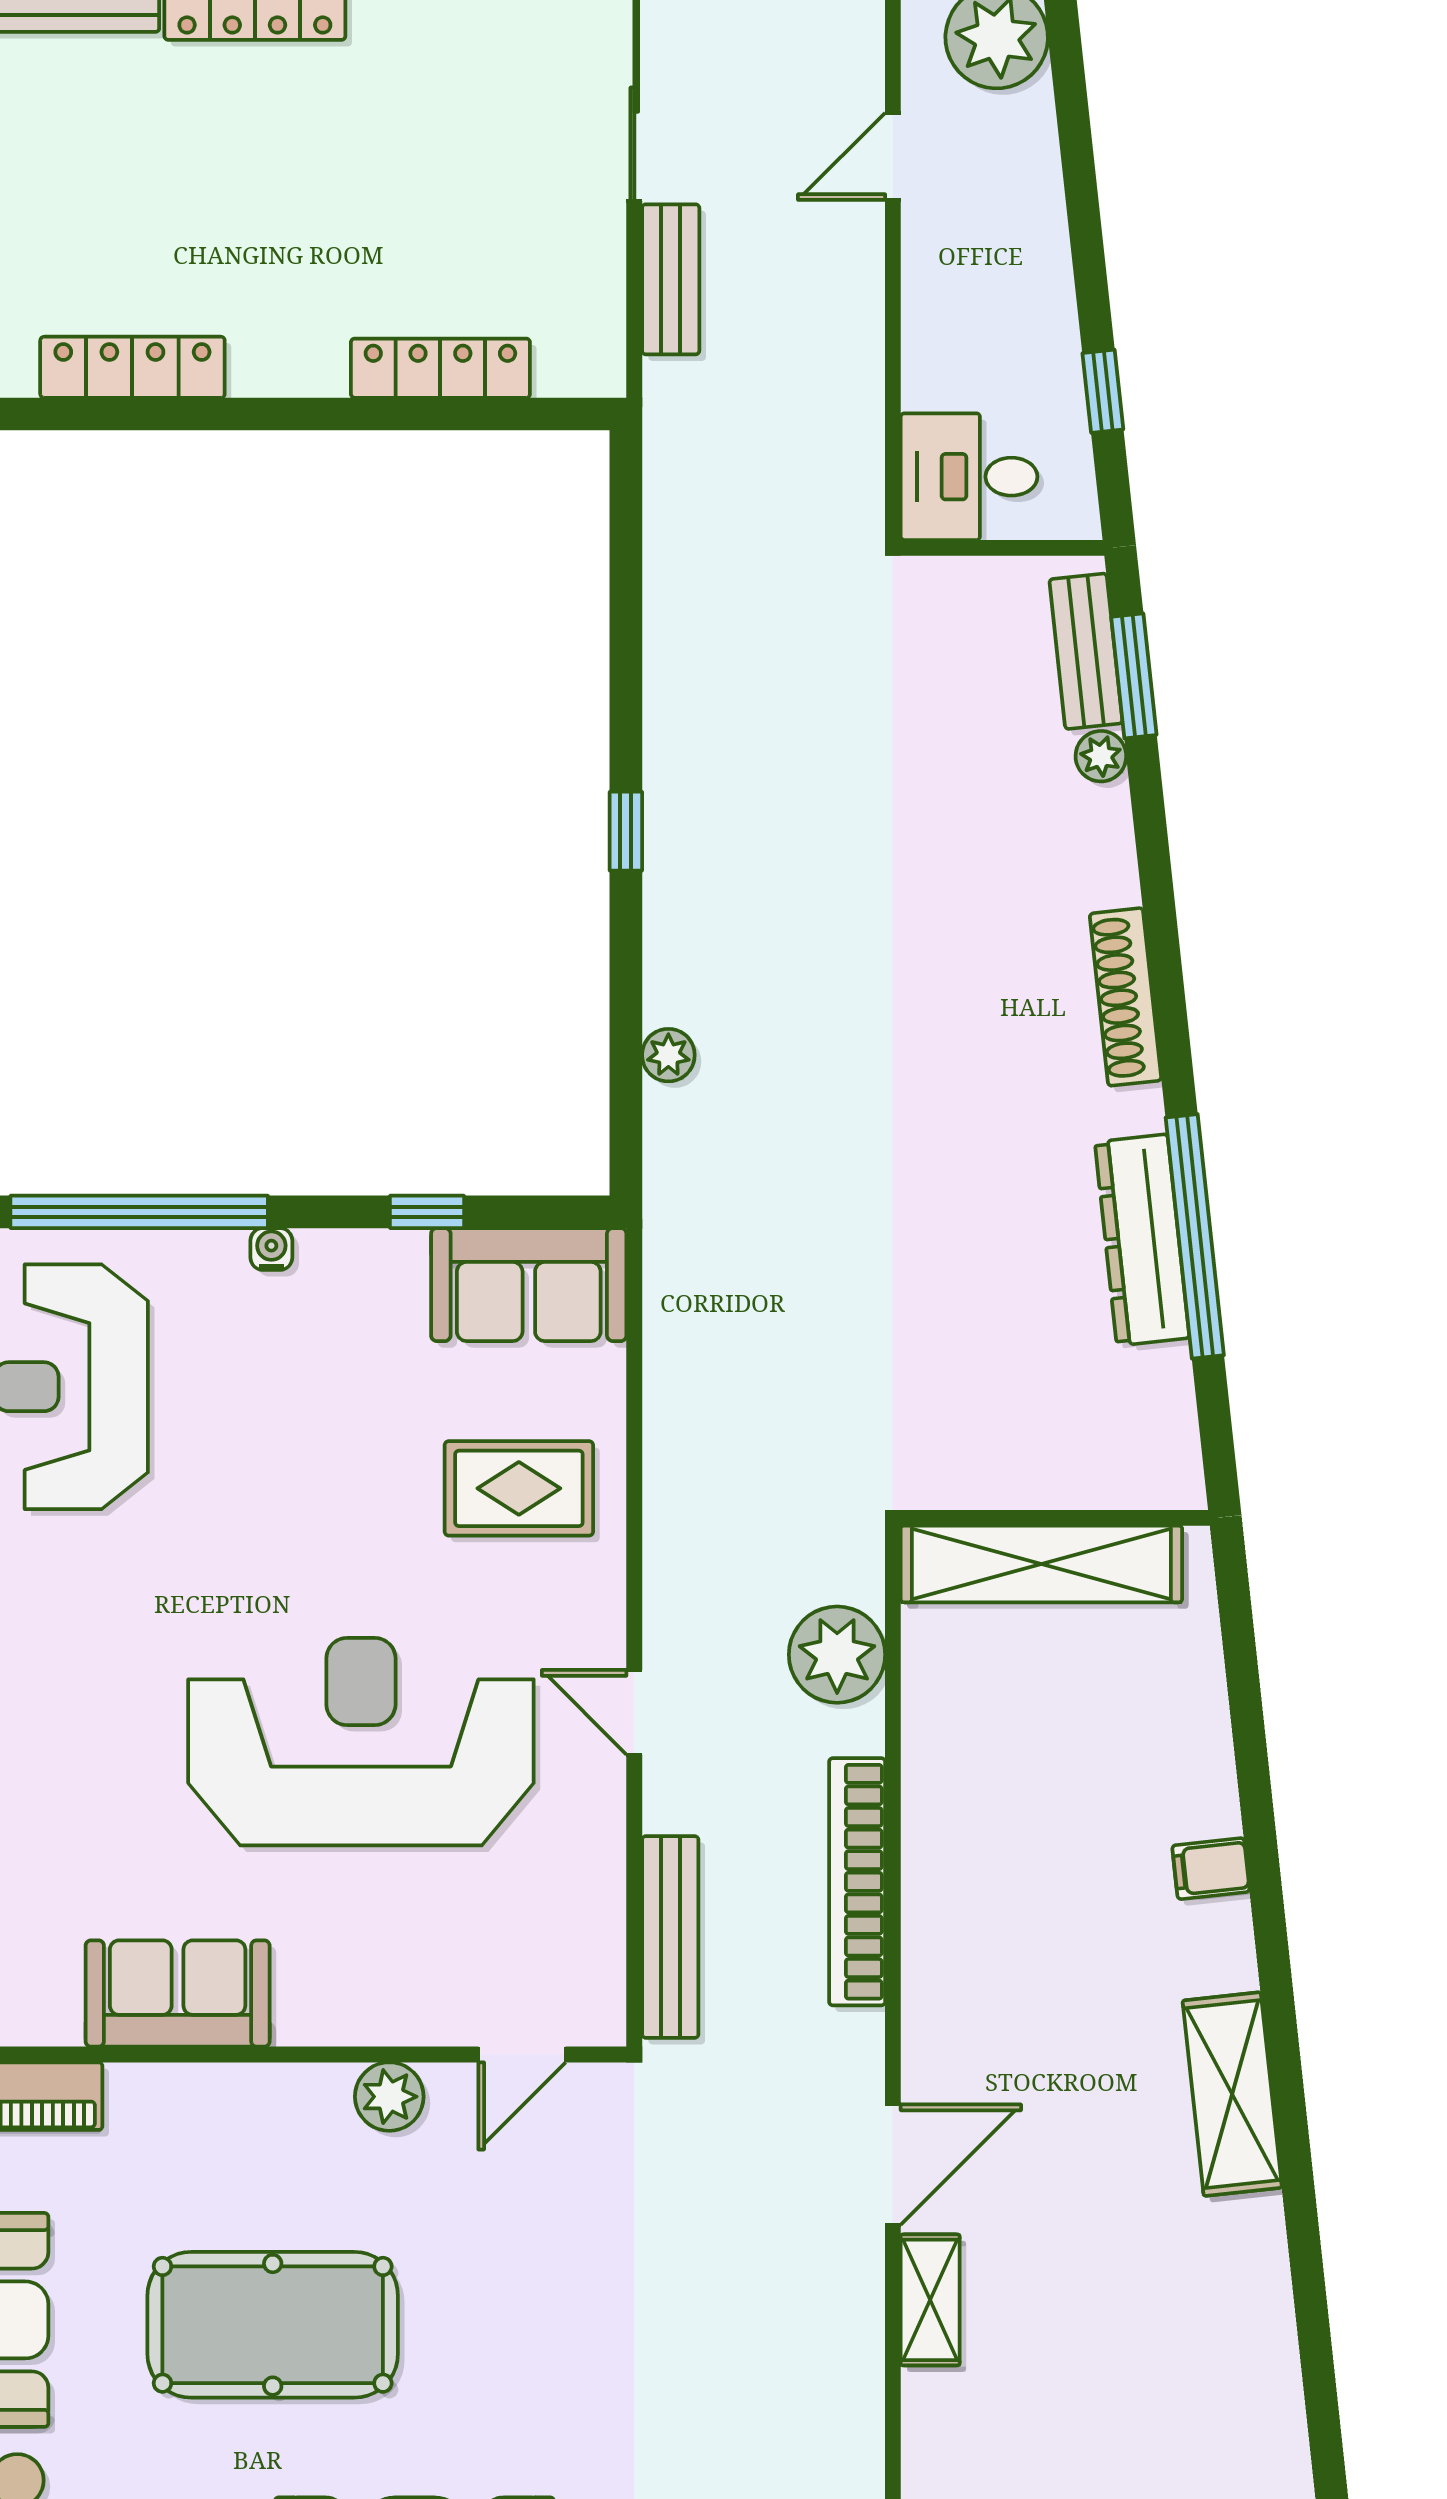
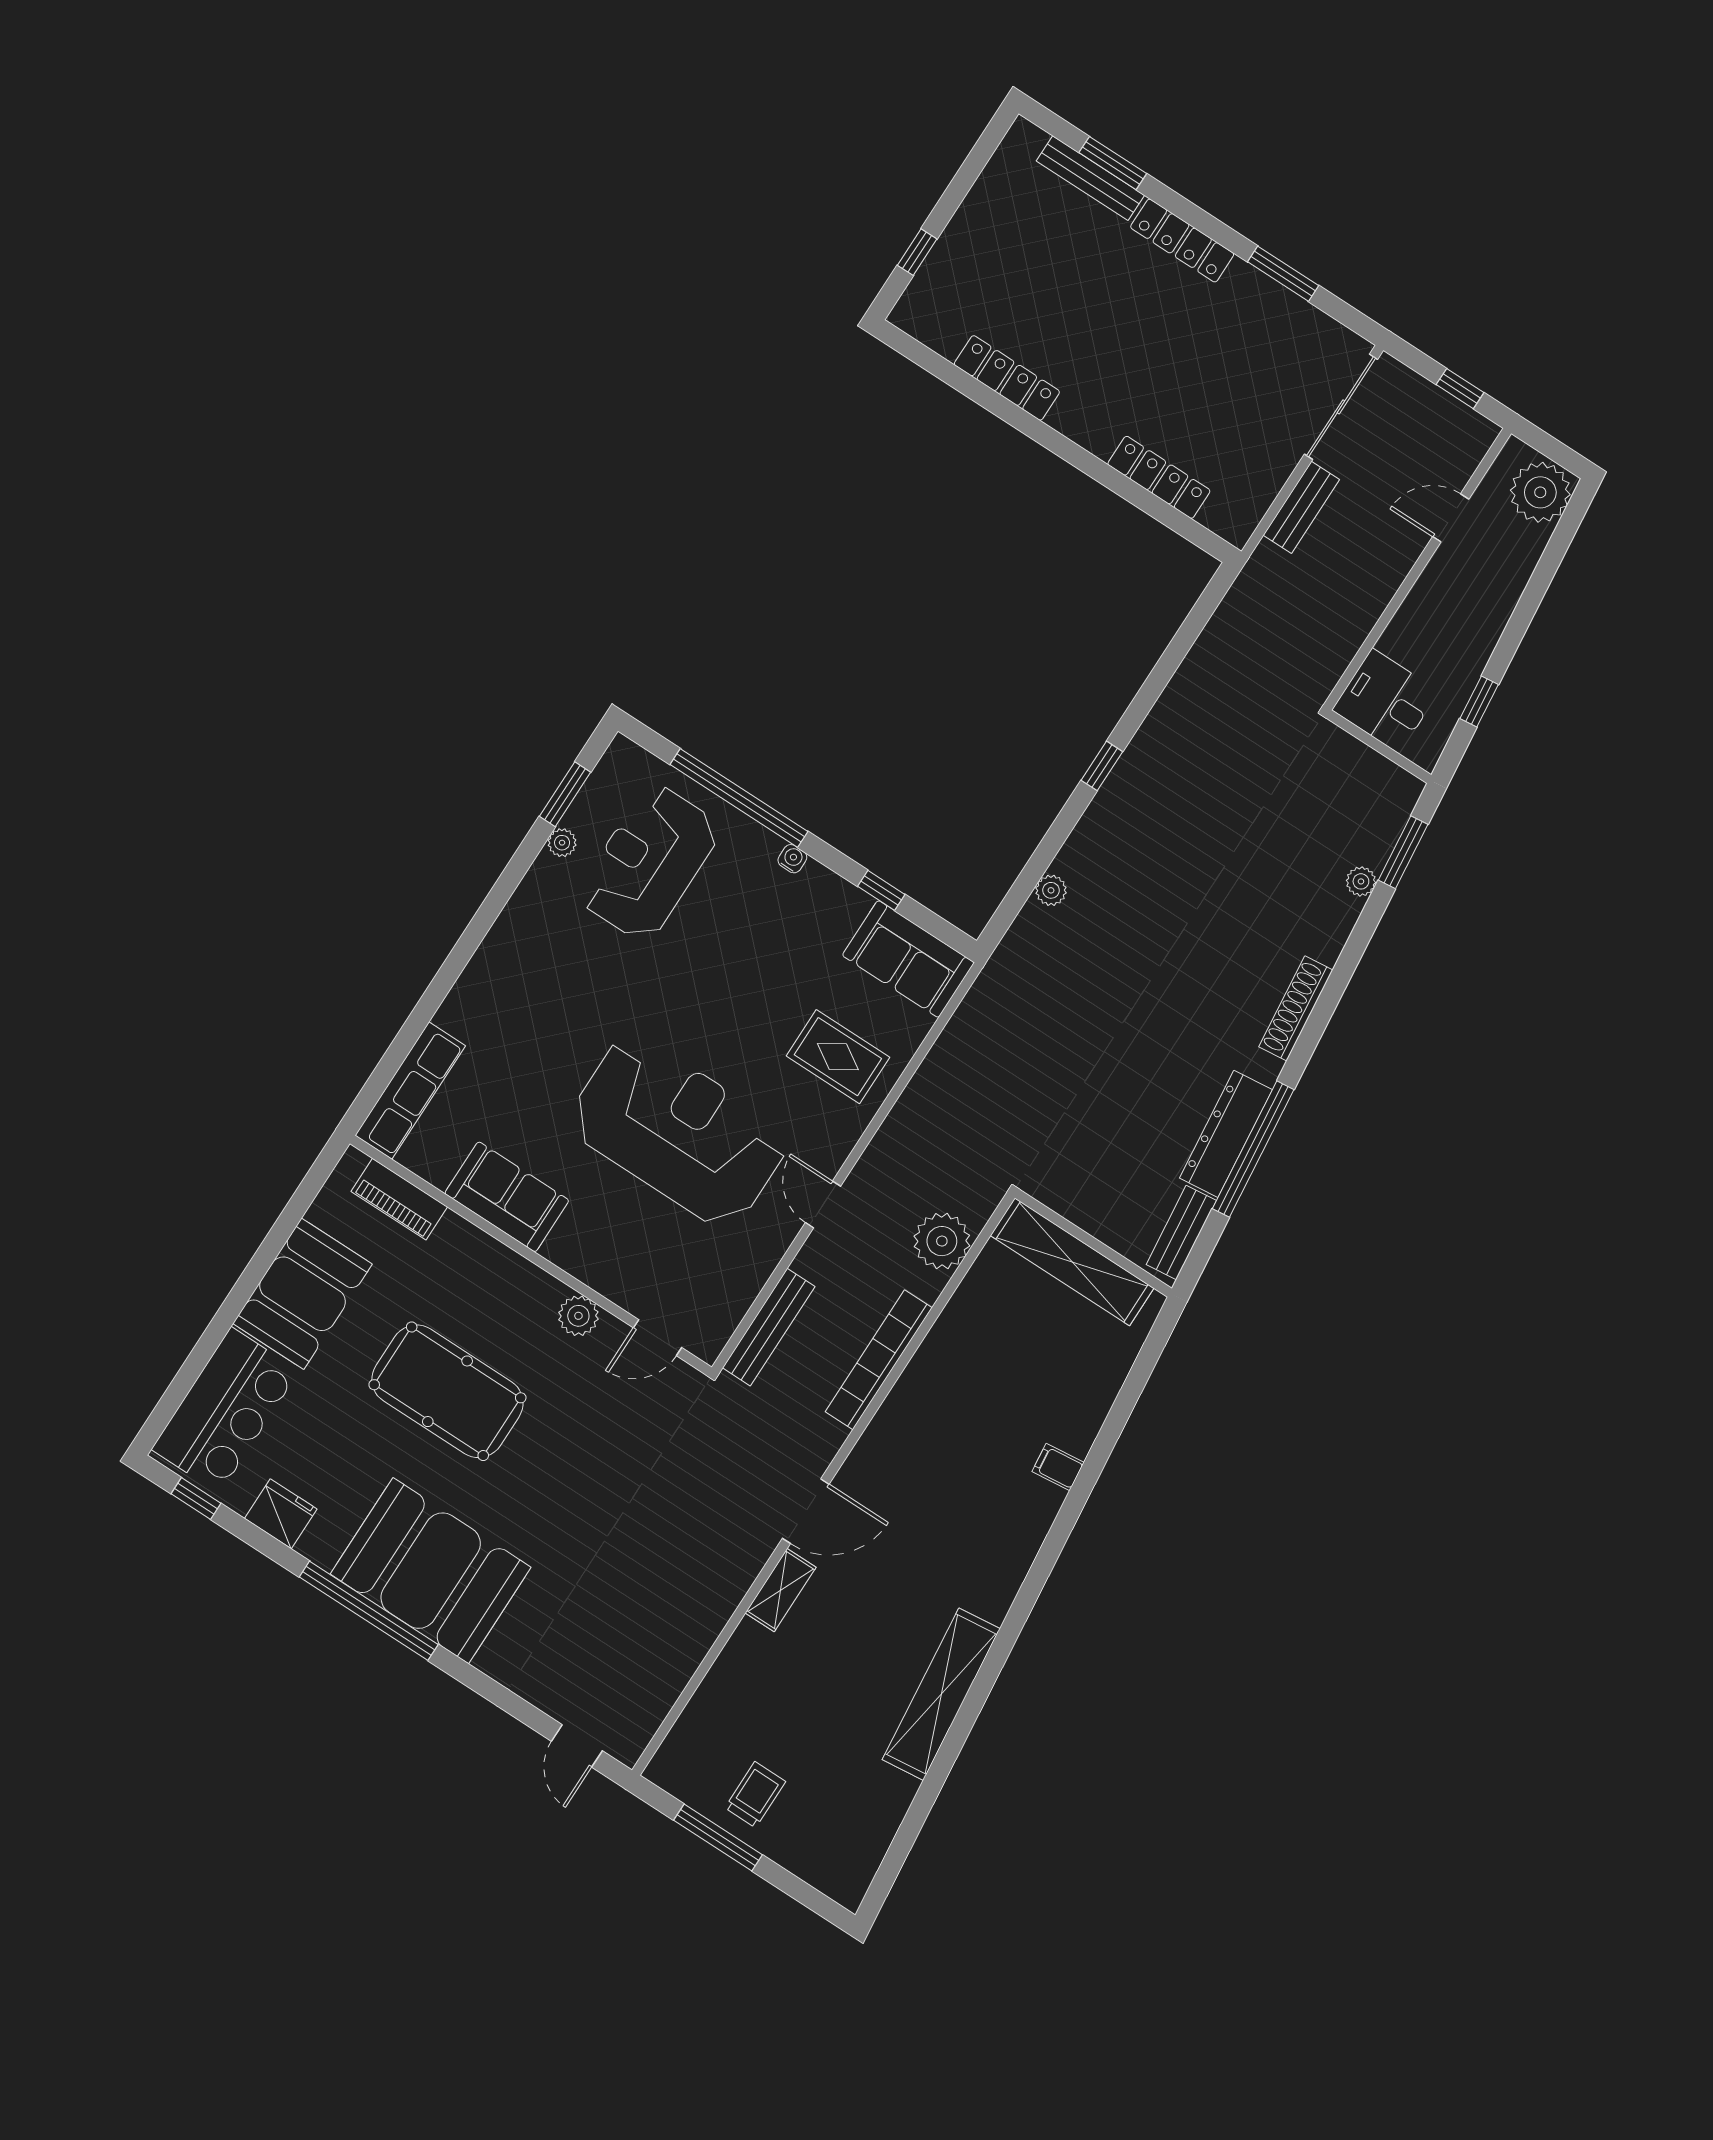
bench: (1086, 651) -> (1181, 1232), moved
shelving: (1232, 2094) -> (941, 1694), moved, width x1.47

